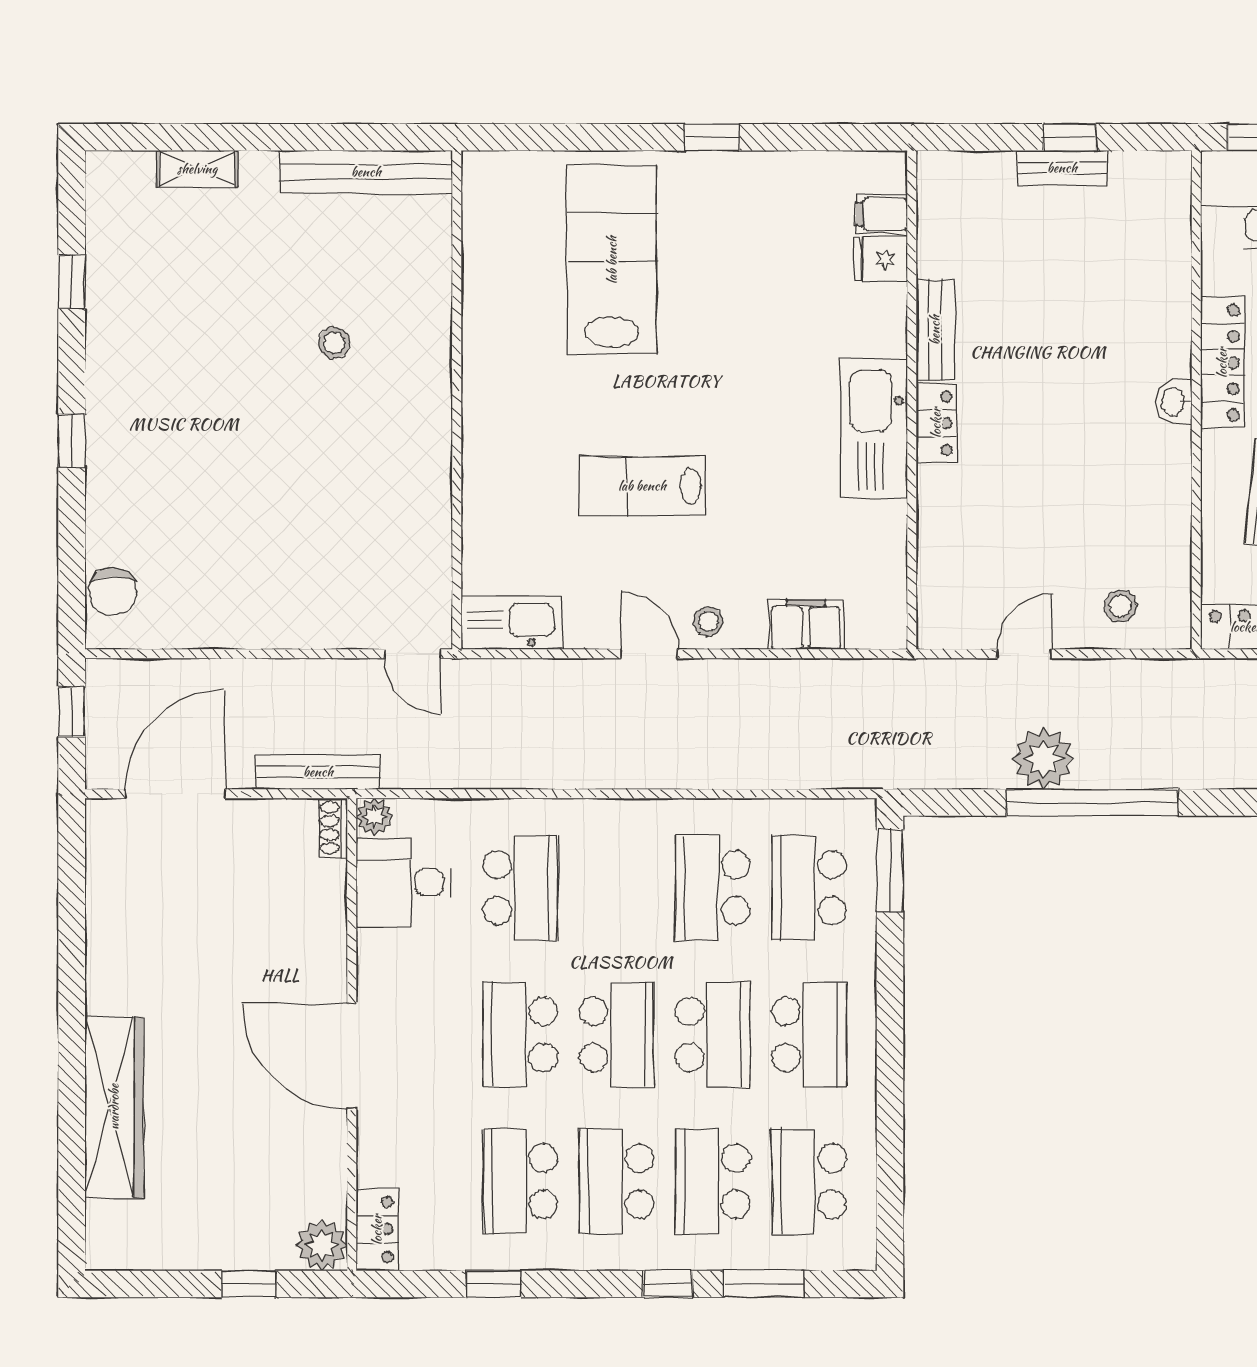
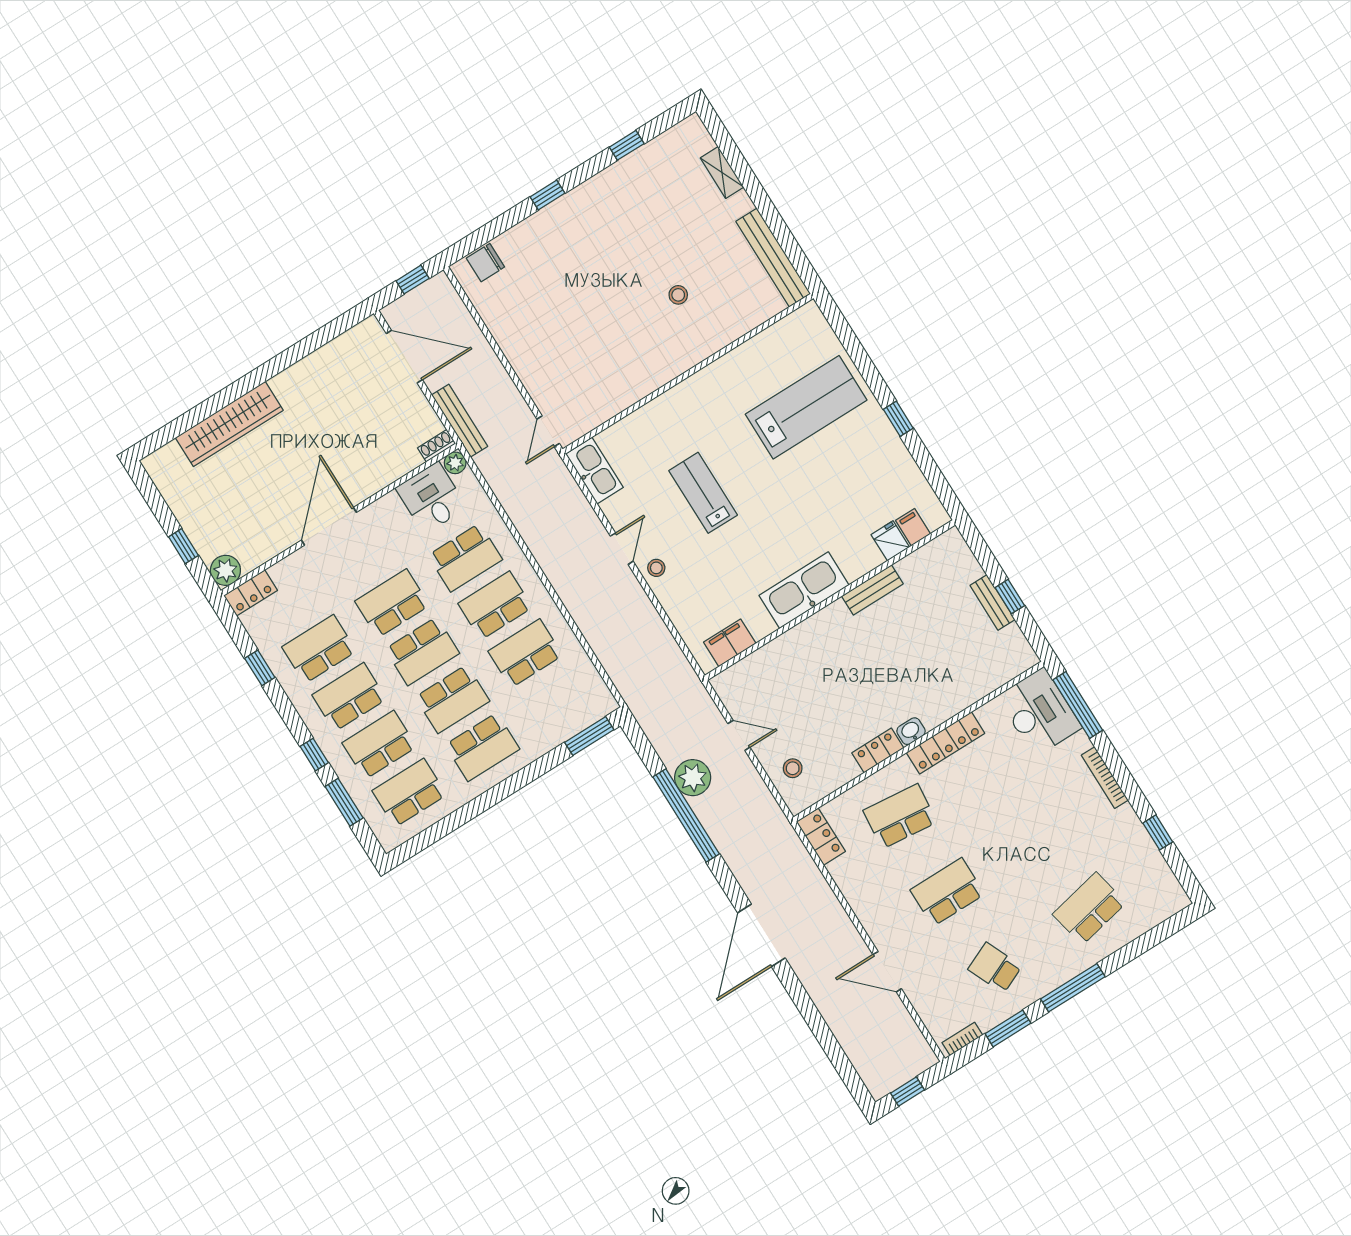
locker: (936, 423) -> (878, 750), moved, turned 180
filing cabinet: (806, 625) -> (730, 643), moved, turned -90
school desk: (809, 888) -> (495, 605), moved

